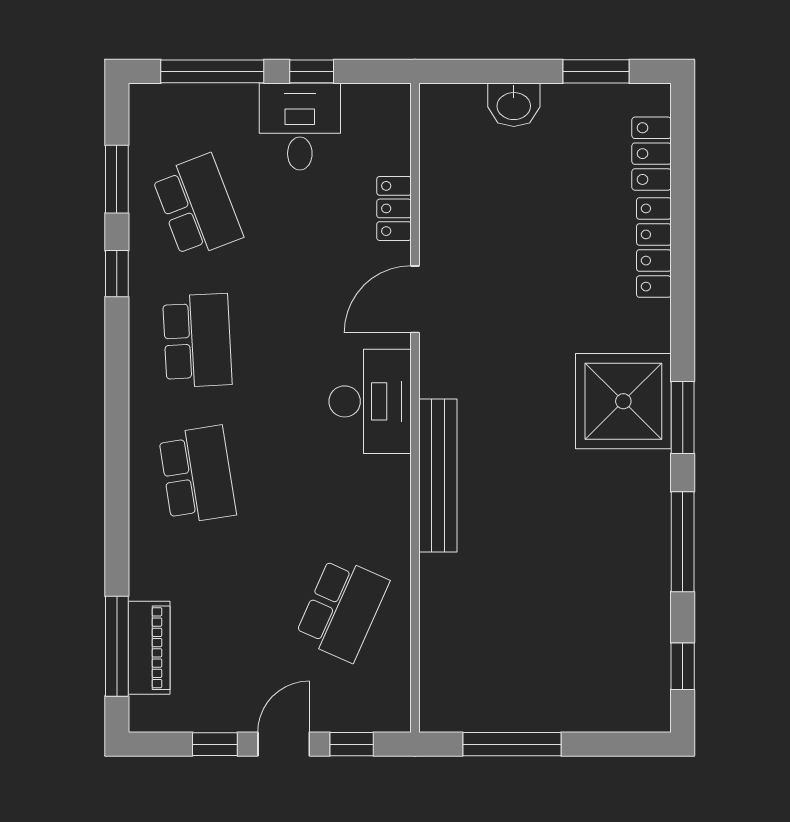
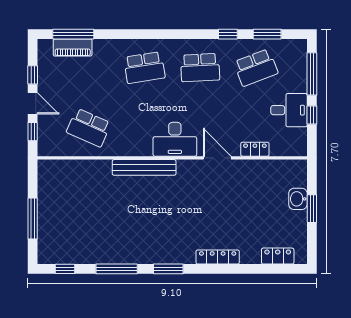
window: (596, 71) -> (312, 209), moved
locker: (654, 248) -> (218, 257), moved
shower: (623, 401) -> (175, 244), removed
window: (512, 744) -> (33, 219), moved

